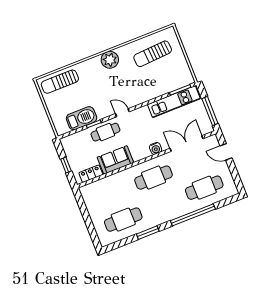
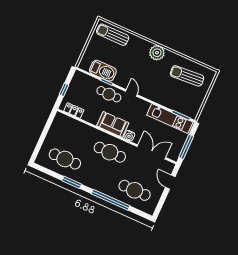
sofa: (115, 160) -> (113, 124), moved

